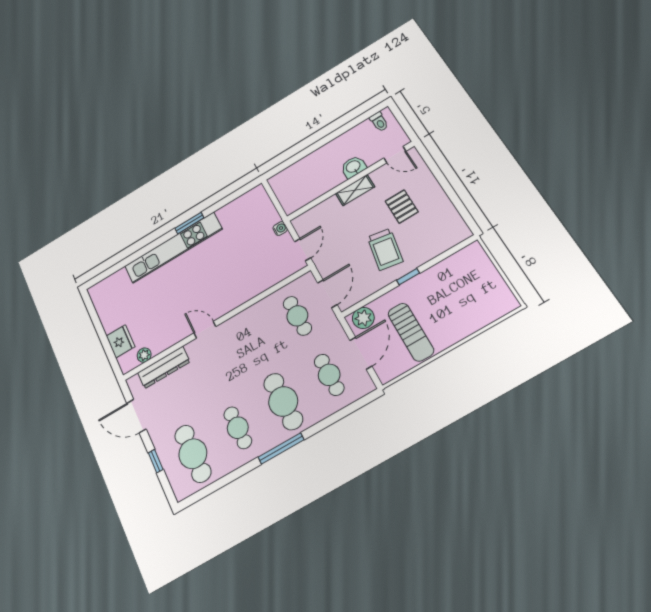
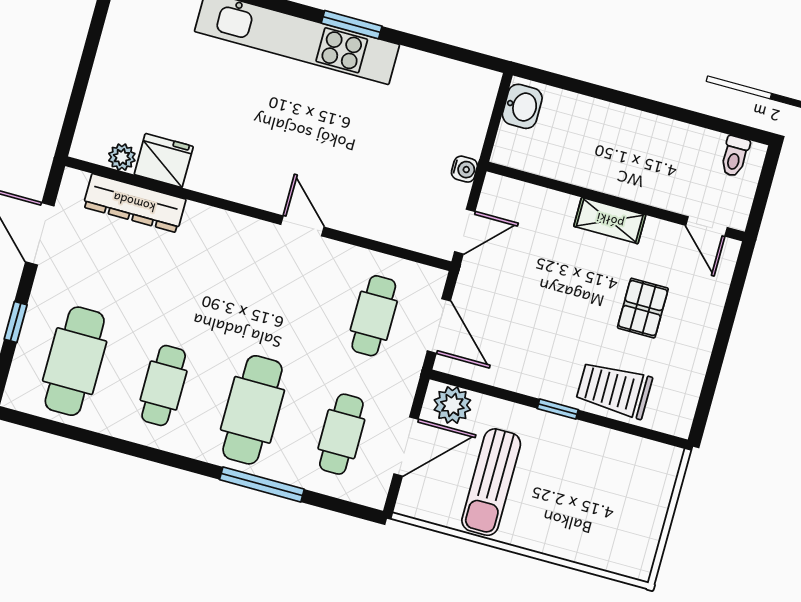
washbasin: (353, 167) -> (522, 106), moved, turned 90
trolley: (385, 249) -> (614, 390), moved, turned 80
door: (327, 294) -> (439, 326), hinge flipped
door: (205, 330) -> (302, 226), moved
fridge: (121, 341) -> (164, 160), moved, turned -90
window: (281, 448) -> (262, 484), moved

